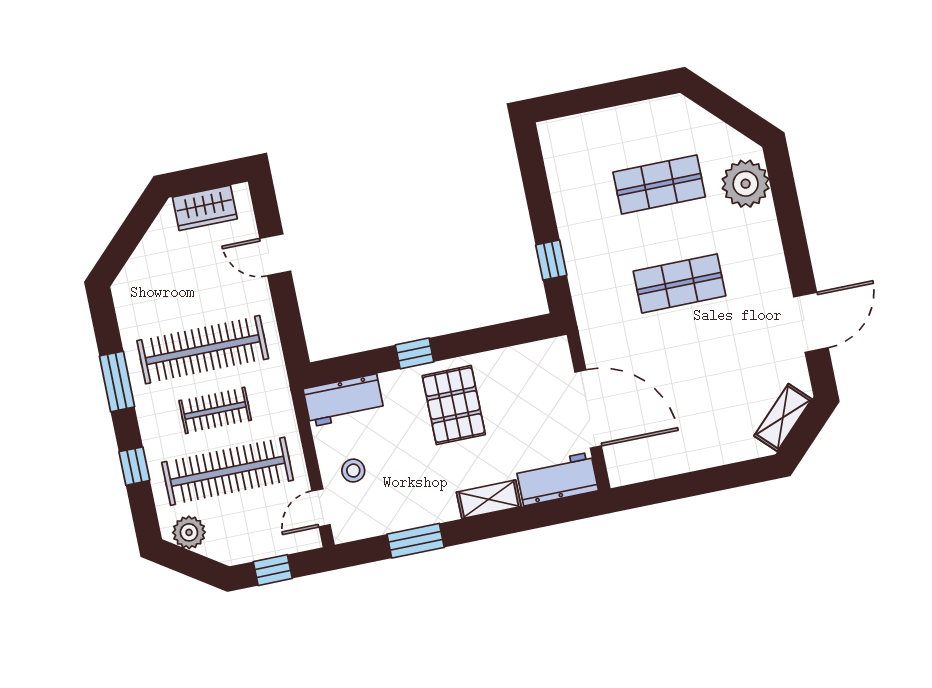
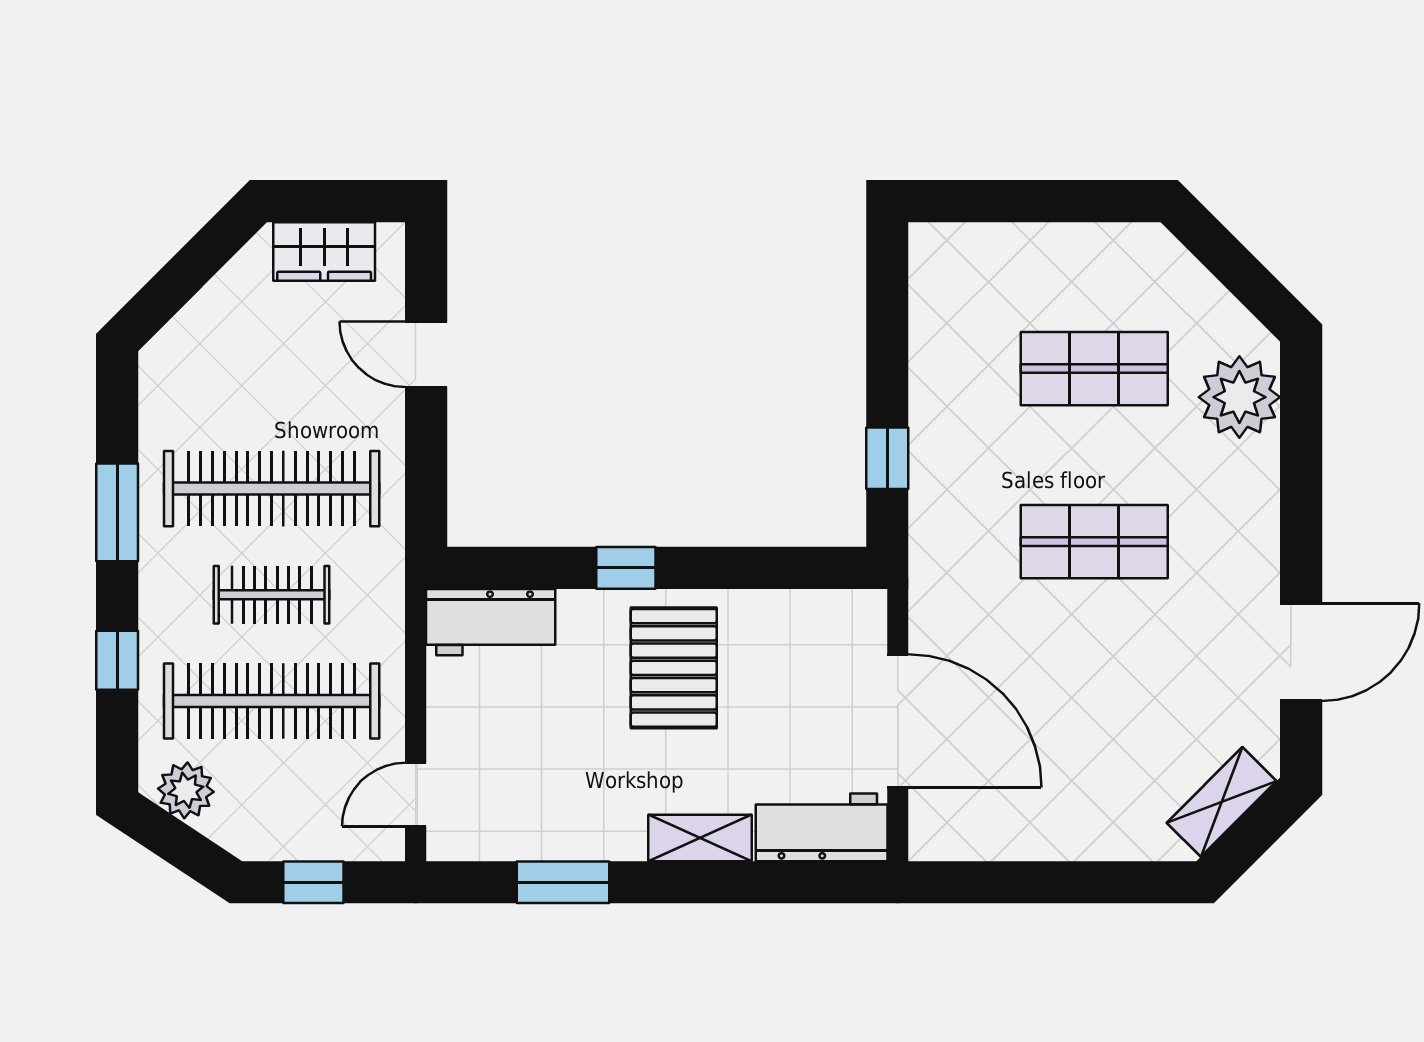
stool: (353, 471) -> (483, 743), removed

